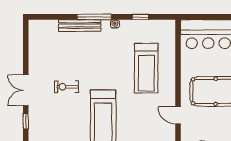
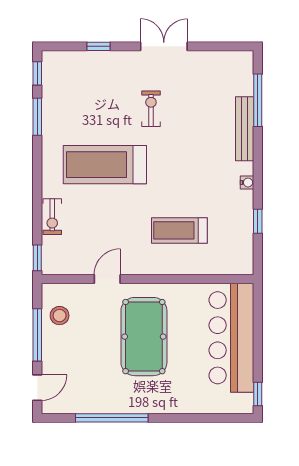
window: (94, 17) -> (258, 100), moved
treadmill: (146, 68) -> (179, 230), width x0.73, depth x0.73
double door: (26, 90) -> (164, 46), moved

